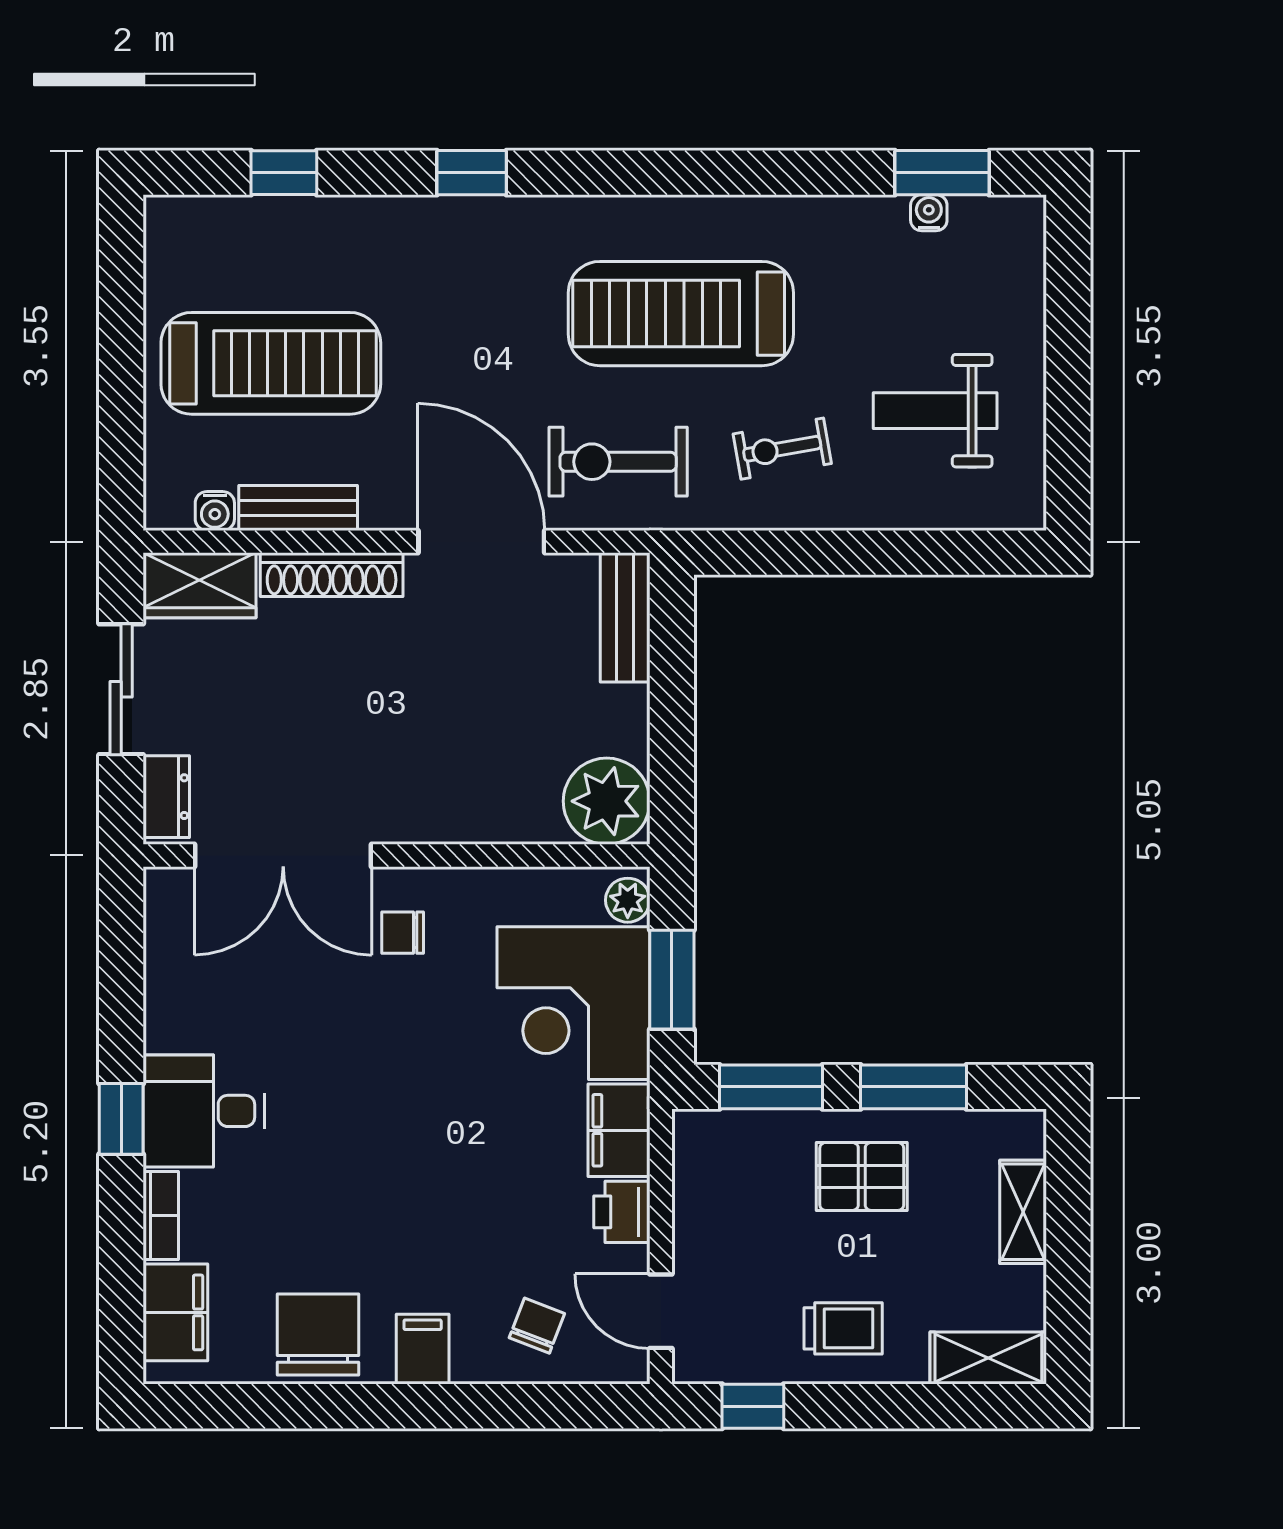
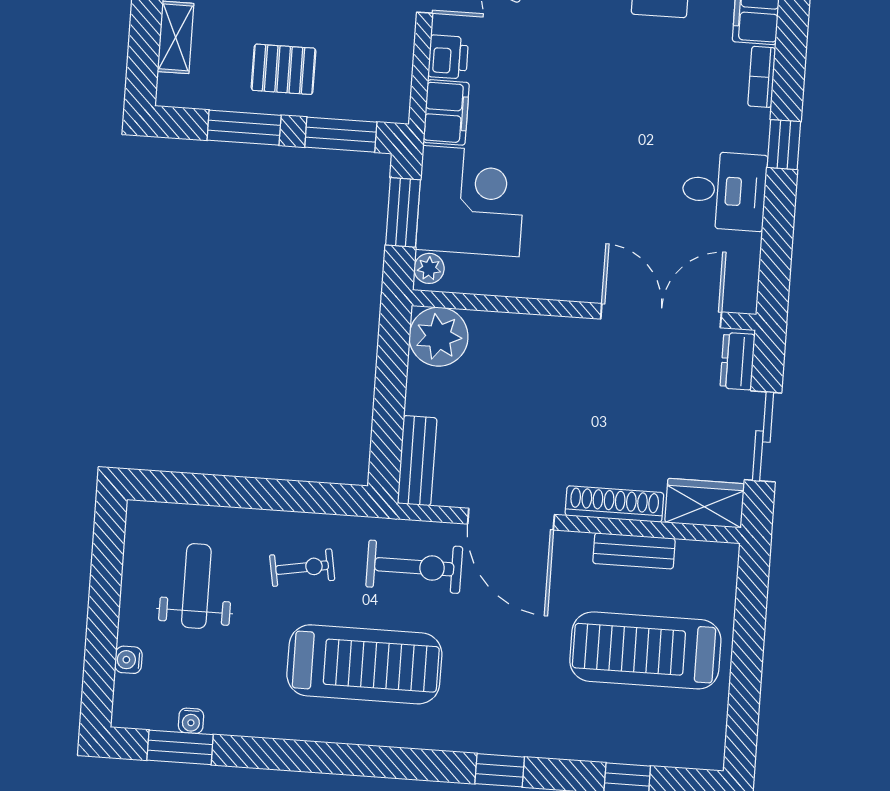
weight bench: (935, 411) -> (196, 586), turned -90
water cooler: (215, 511) -> (128, 660), moved, turned -90
chair: (403, 933) -> (584, 257), removed
desk: (204, 1111) -> (724, 191), moved

